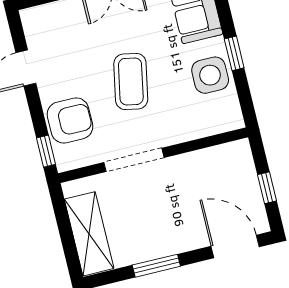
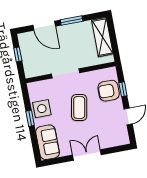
window: (46, 151) -> (123, 89), moved
doorway: (134, 160) -> (66, 73), moved
door: (235, 246) -> (44, 26), moved

